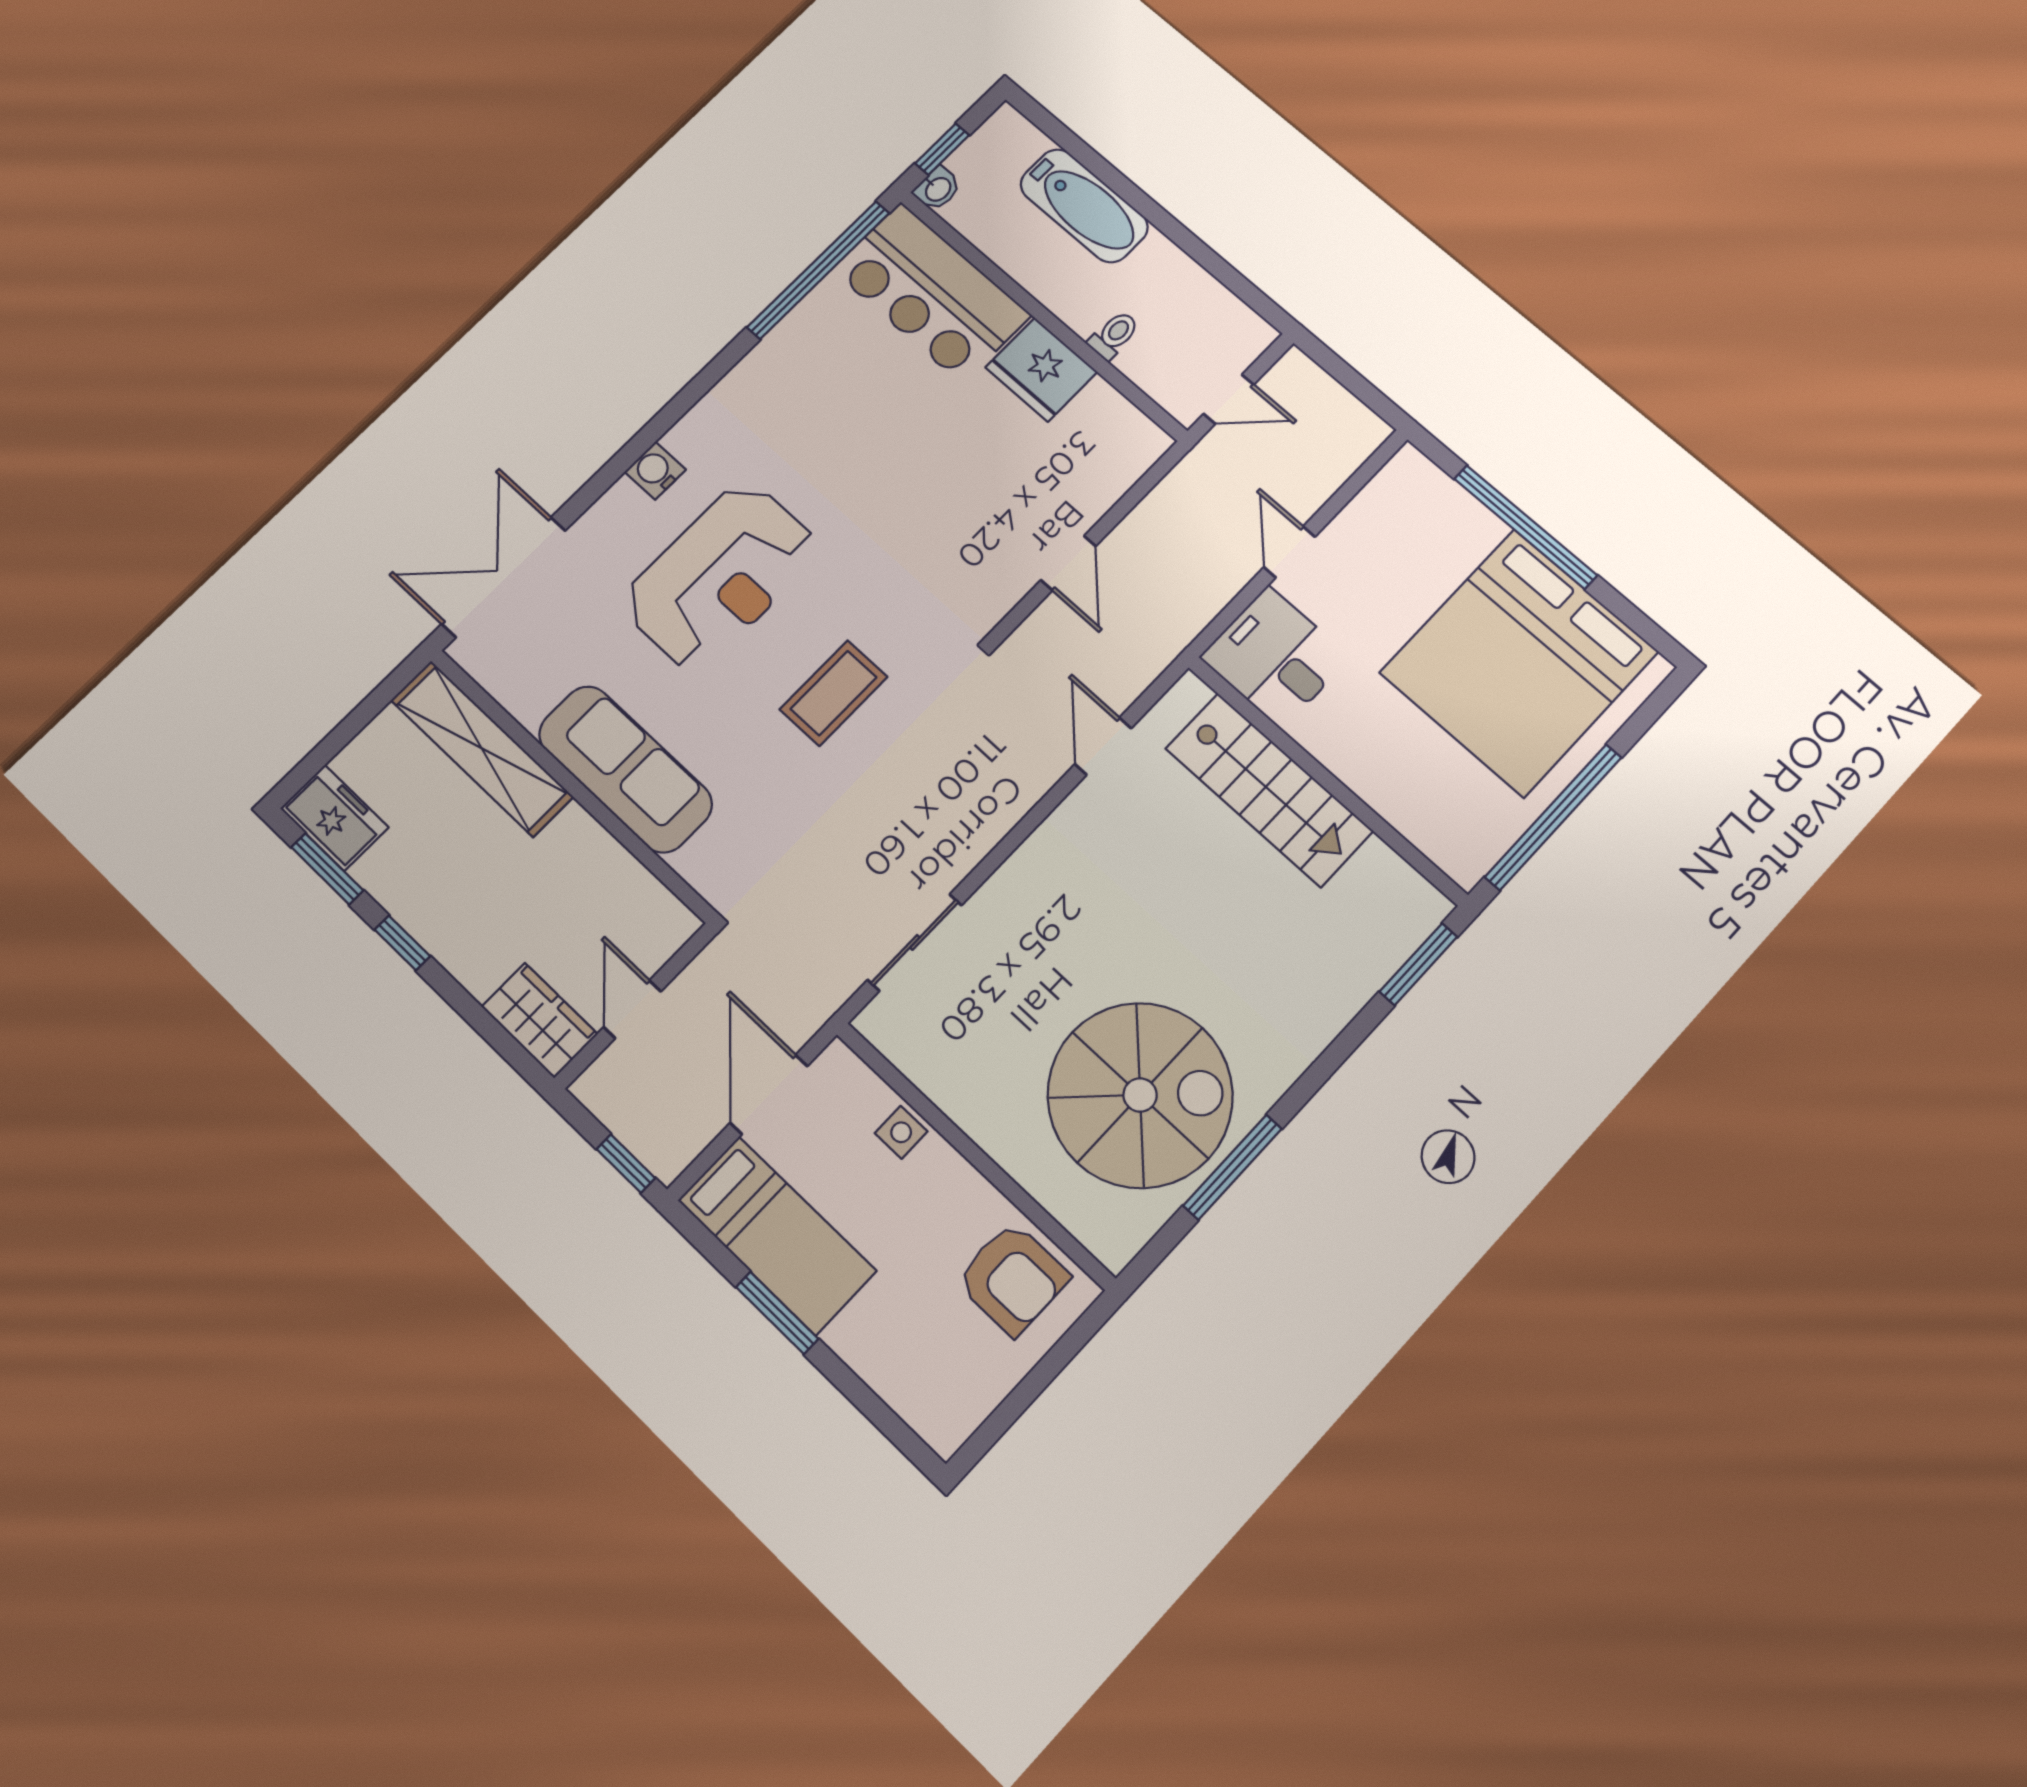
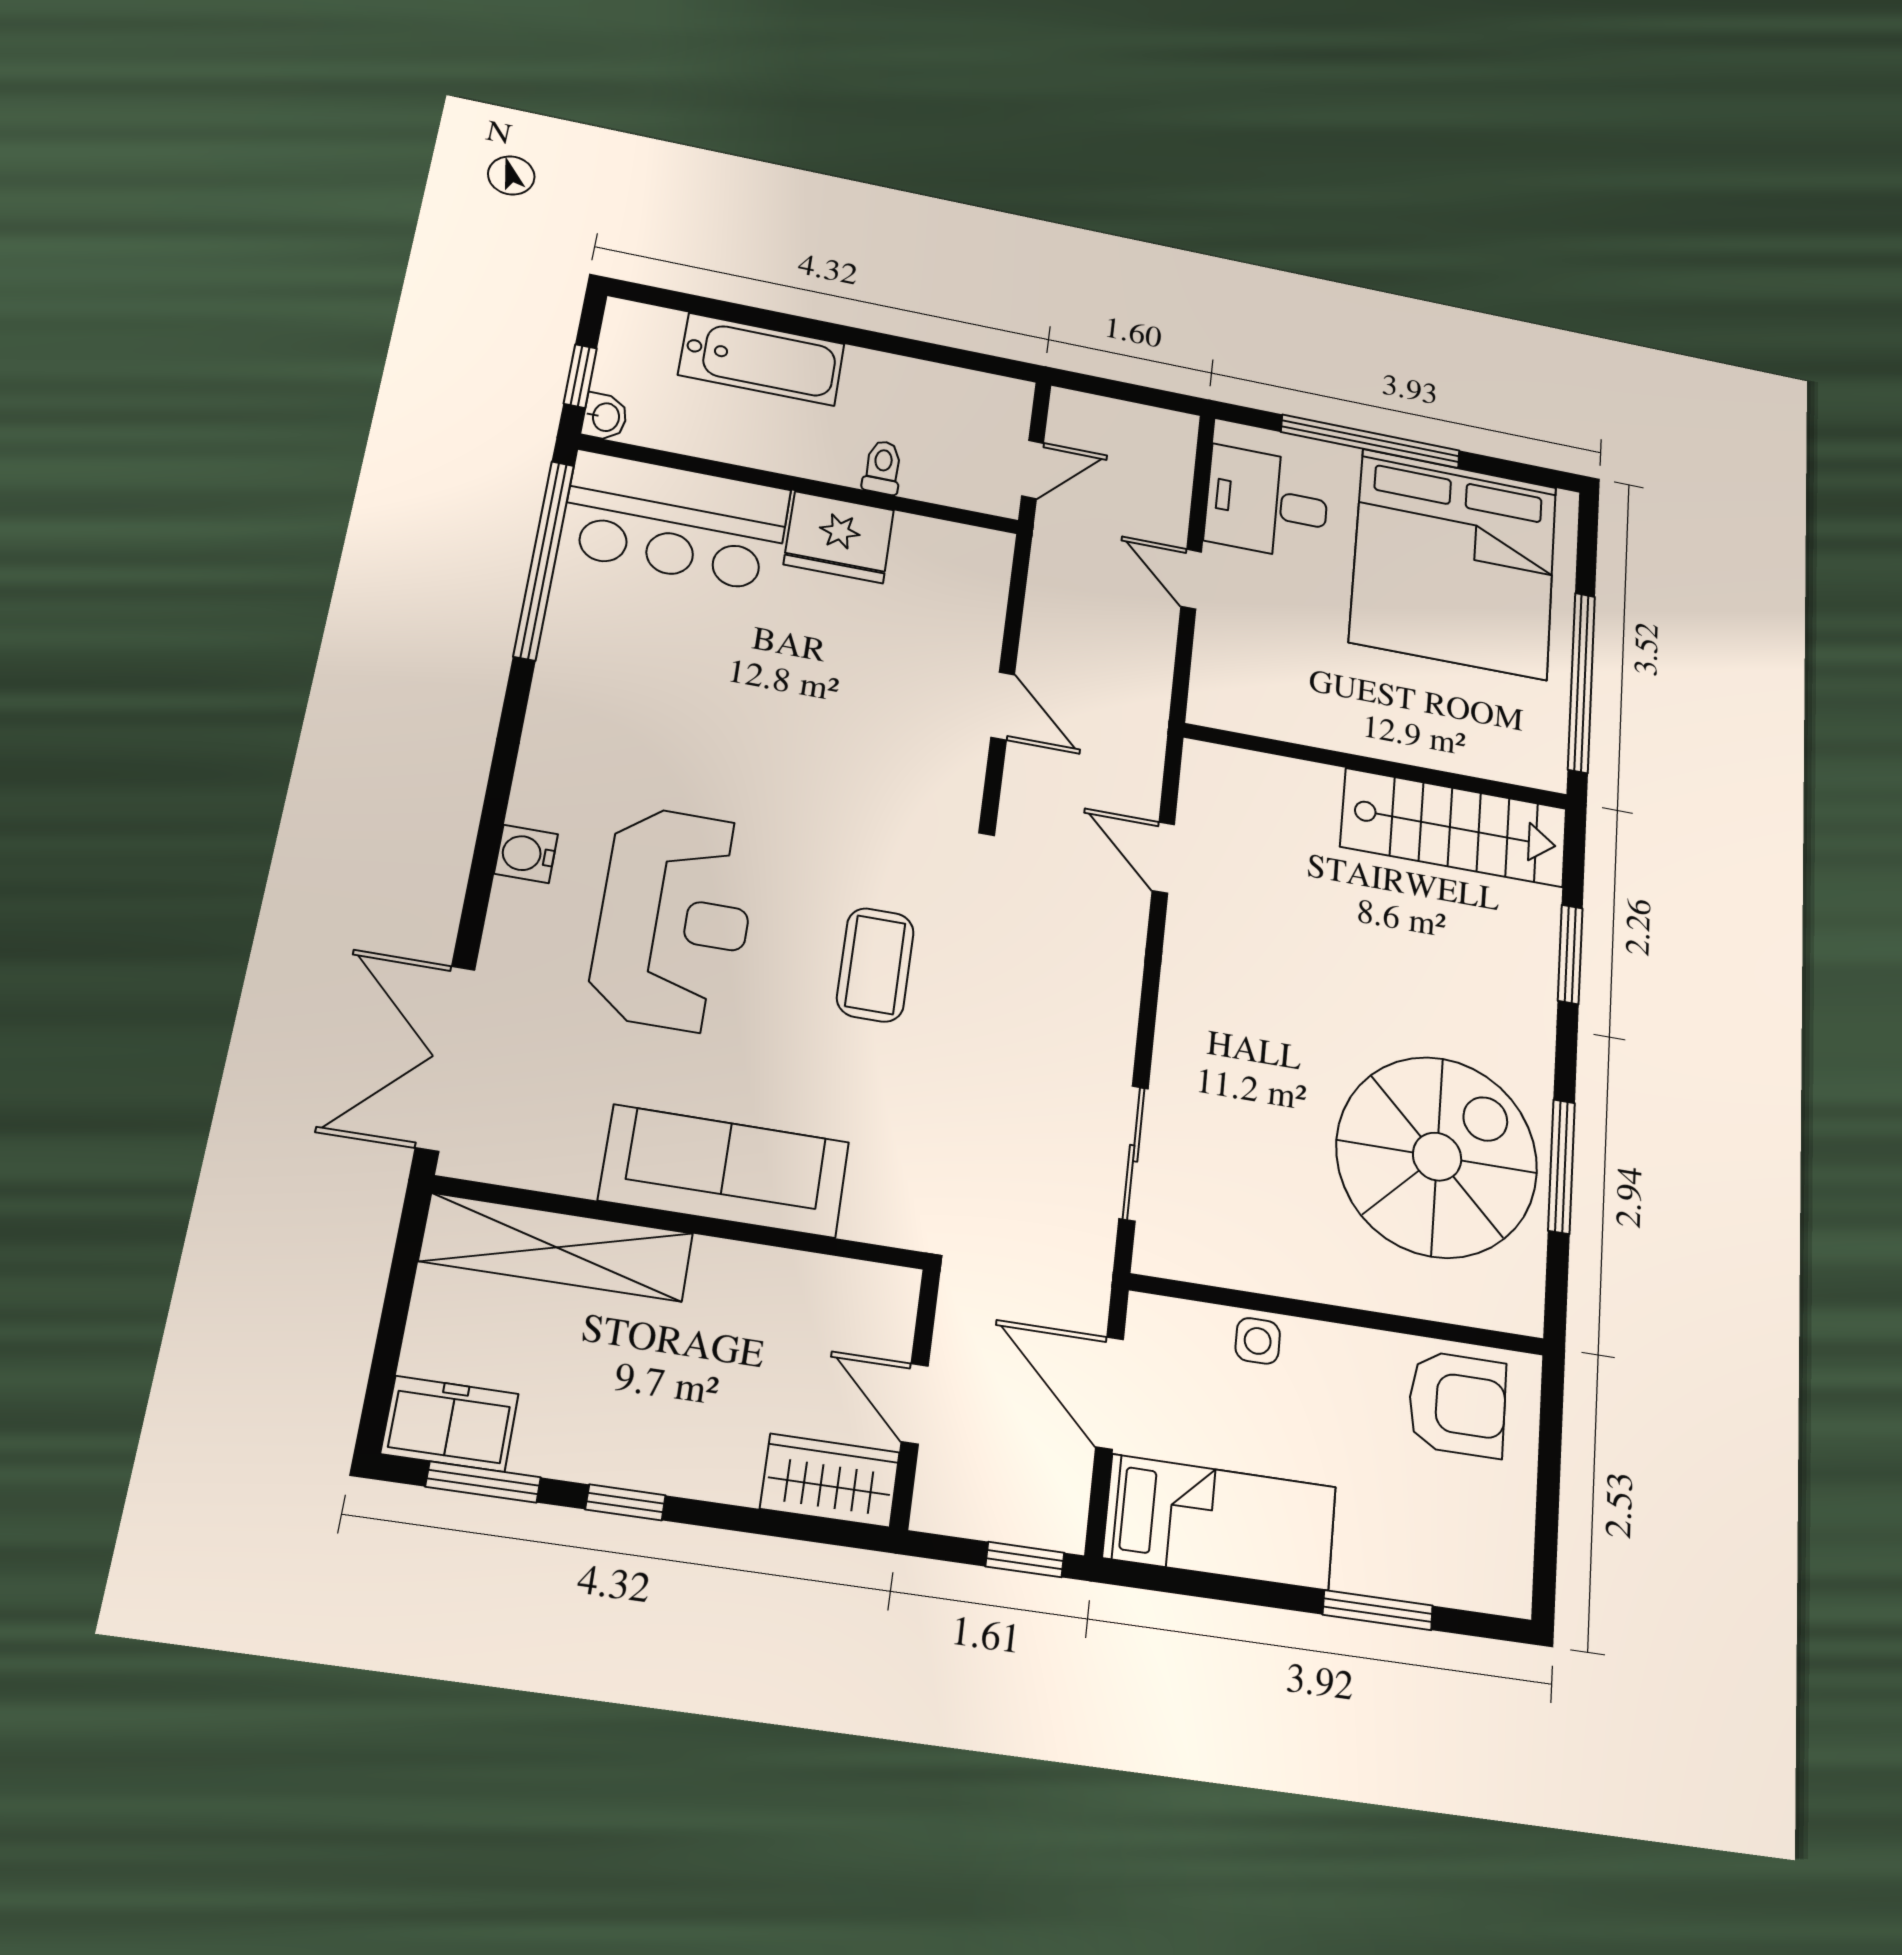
desk: (1275, 657) -> (1267, 503), moved
stairs: (1269, 790) -> (1454, 828), moved
window: (1418, 964) -> (1570, 954), moved
window: (777, 1313) -> (1378, 1610), moved

